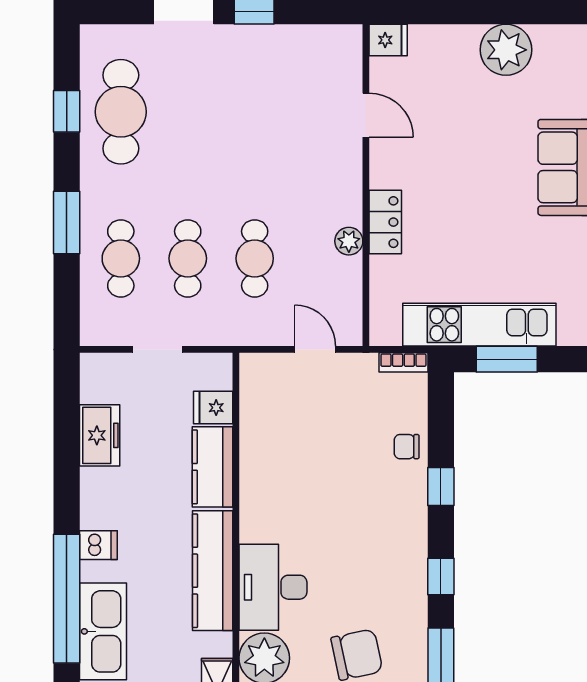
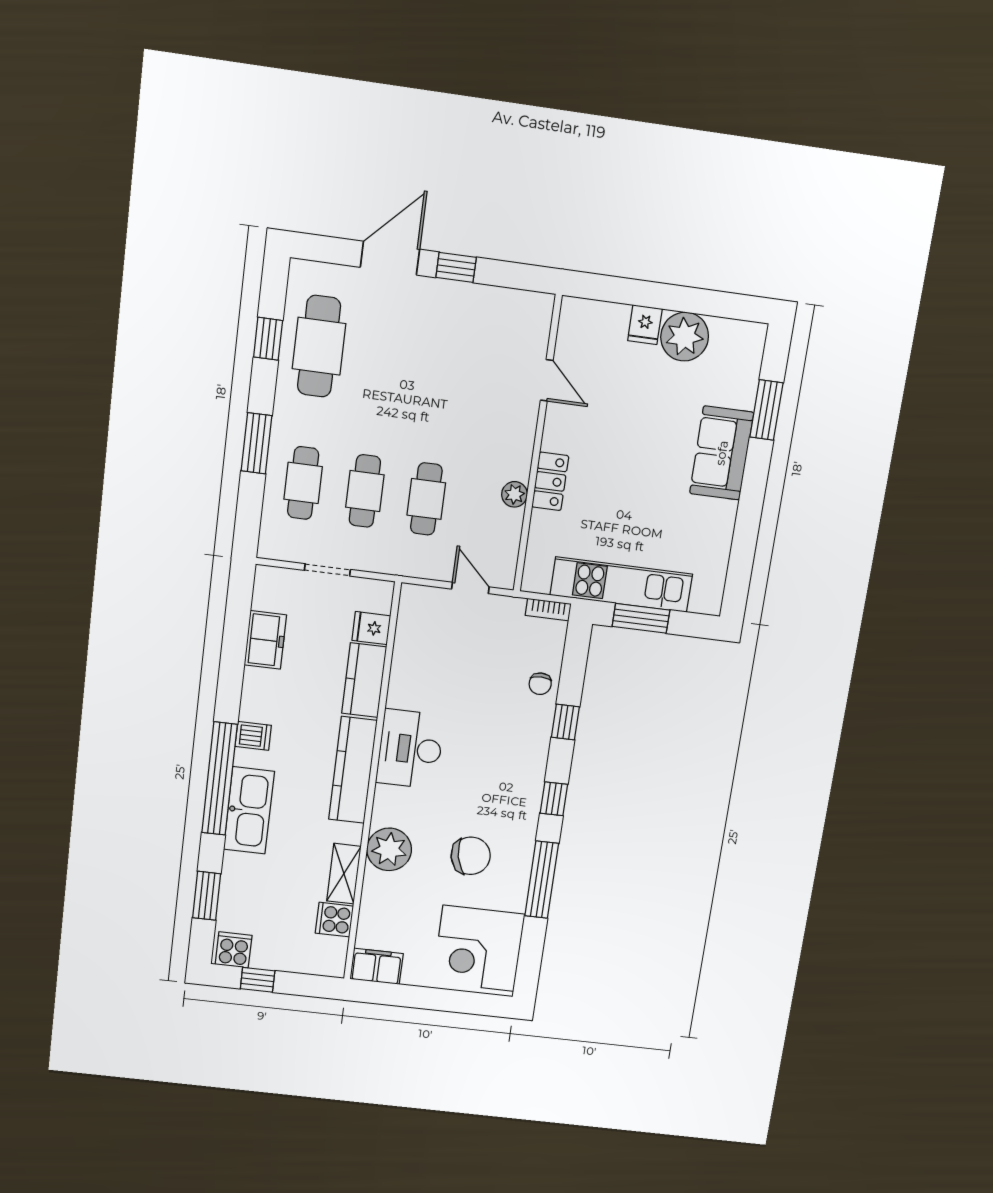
fridge: (388, 40) -> (645, 325), moved, turned 90
chair: (407, 447) -> (540, 684), turned -90
desk: (273, 587) -> (410, 749), moved

